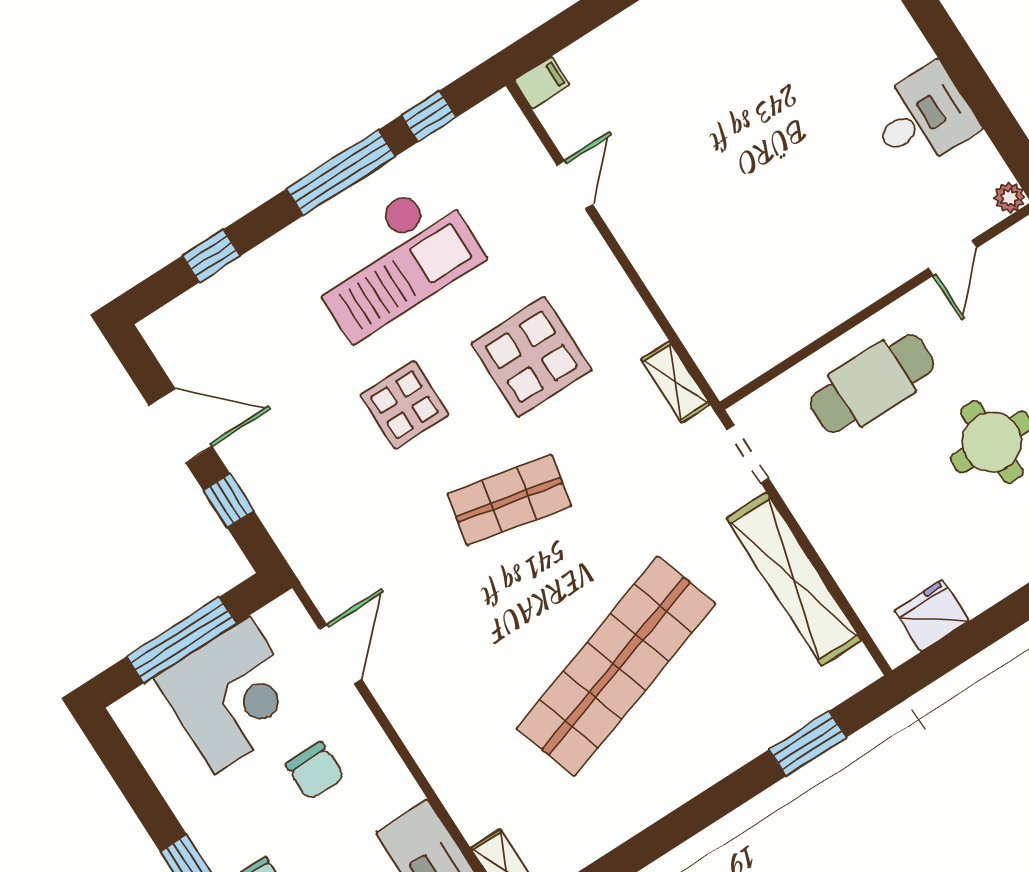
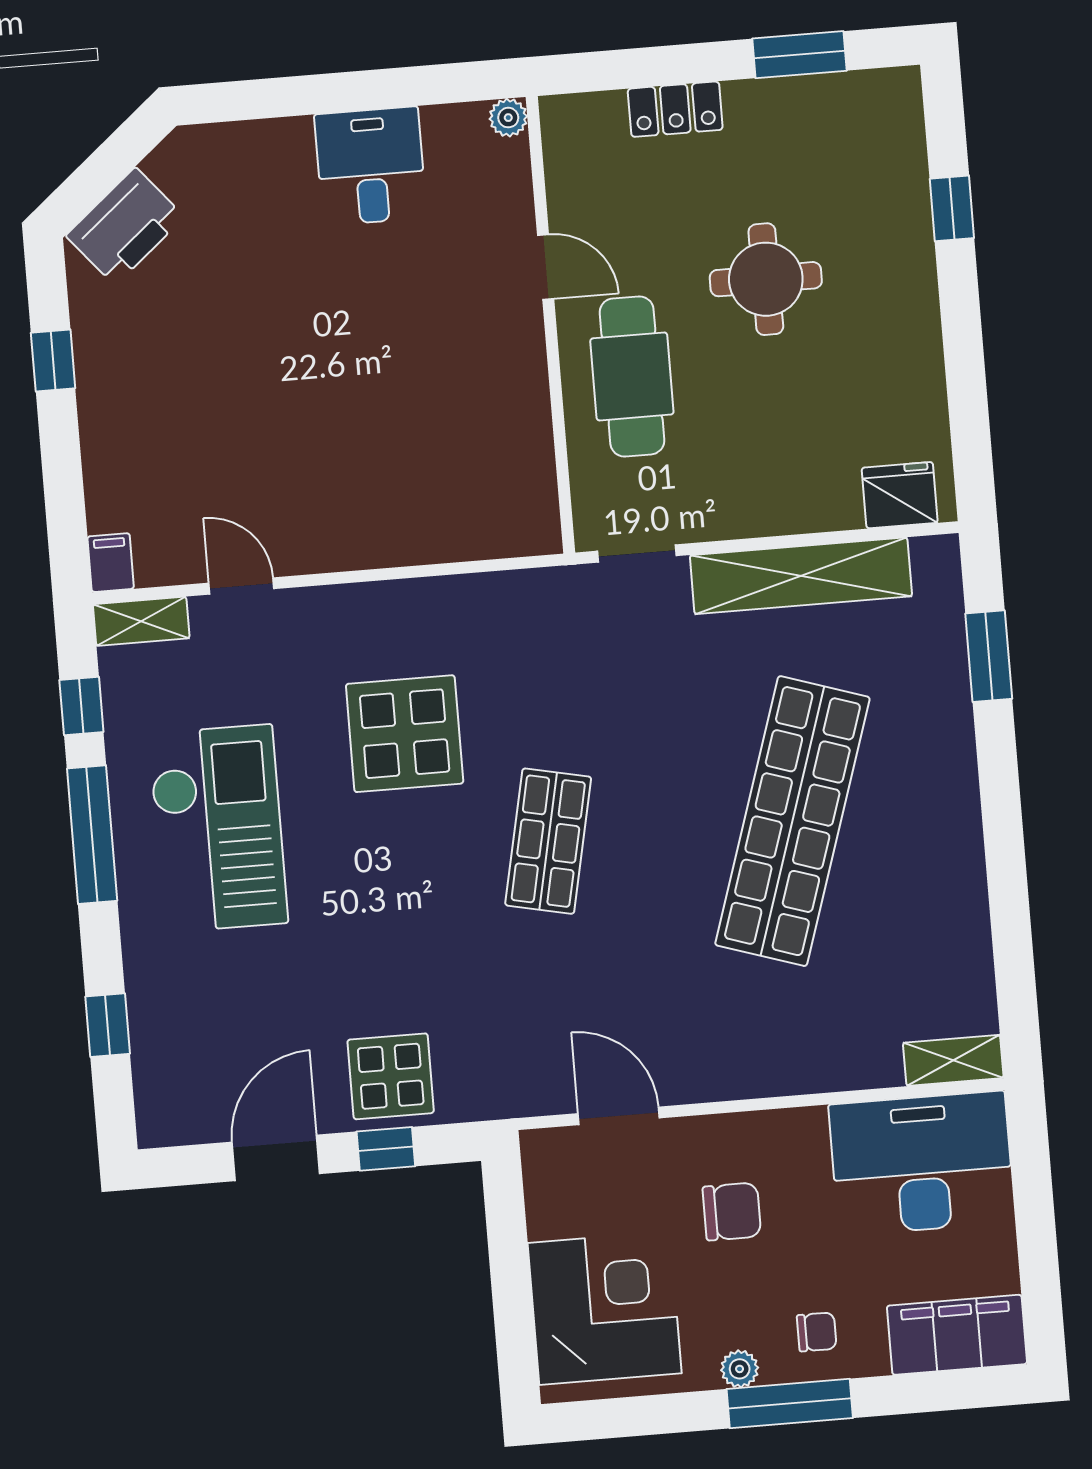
door: (953, 258) -> (546, 267), moved
shelving: (676, 382) -> (141, 621), moved
display table: (405, 405) -> (391, 1076), moved
fridge: (932, 616) -> (900, 495), moved, turned 90
window: (181, 640) -> (511, 1282), removed
shop shelf: (616, 666) -> (792, 821), turned 36
corner desk: (232, 695) -> (605, 1308), moved
plant: (206, 836) -> (740, 1369), added

